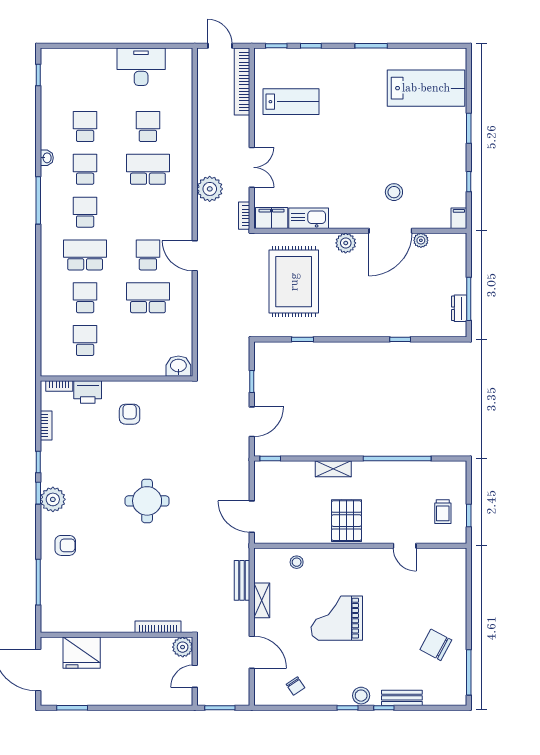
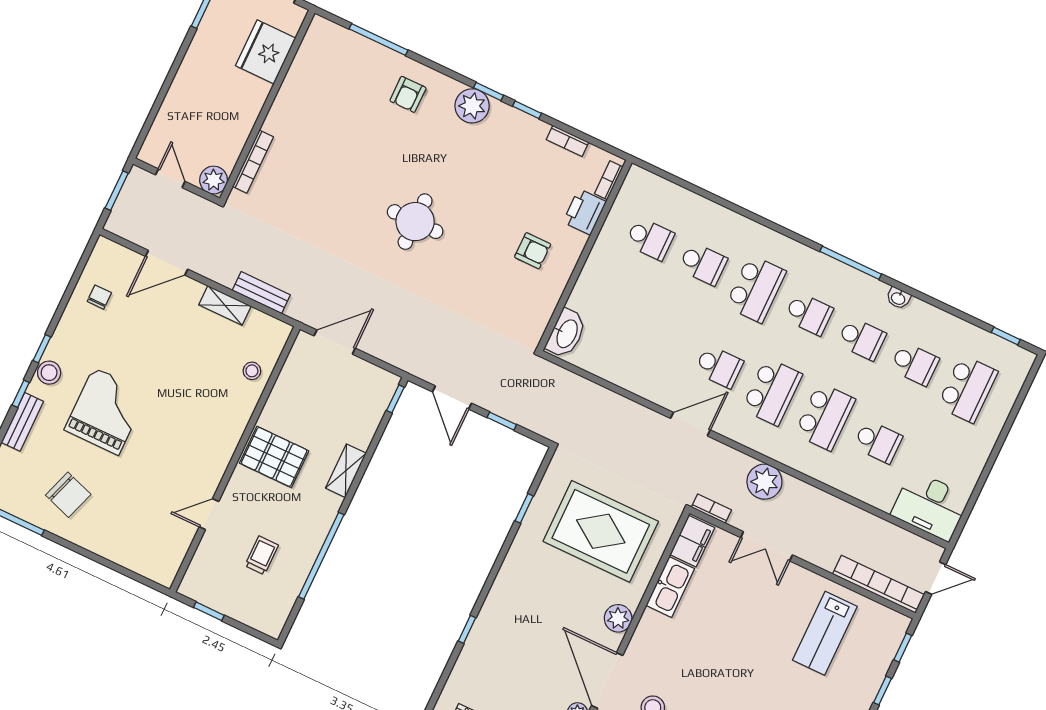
desk: (141, 67) -> (930, 506), moved, turned 90
school desk: (85, 84) -> (967, 389), added
school desk: (148, 298) -> (772, 392), moved
washbasin: (178, 366) -> (566, 333), width x1.38
trolley: (443, 512) -> (262, 555), moved, turned 90
grand piano: (337, 618) -> (106, 411), moved
chair: (436, 645) -> (68, 495), turned 81
chair: (296, 686) -> (99, 297), turned 124

